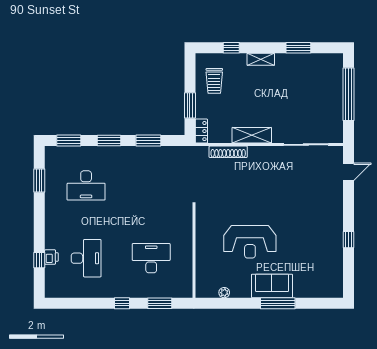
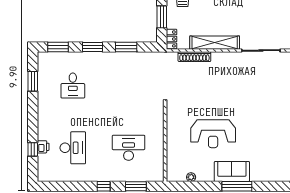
shelving: (252, 135) -> (215, 43), width x1.47
desk: (86, 185) -> (73, 86), width x0.73

